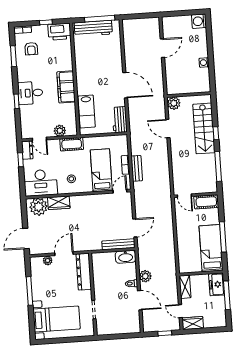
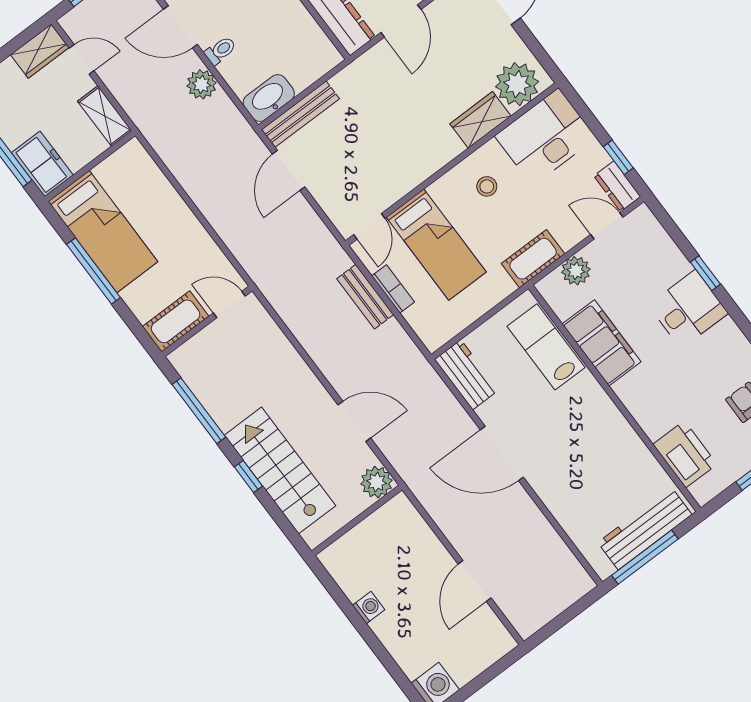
printer: (59, 32) -> (685, 454), moved, turned 90
filing cabinet: (66, 87) -> (602, 343), moved

